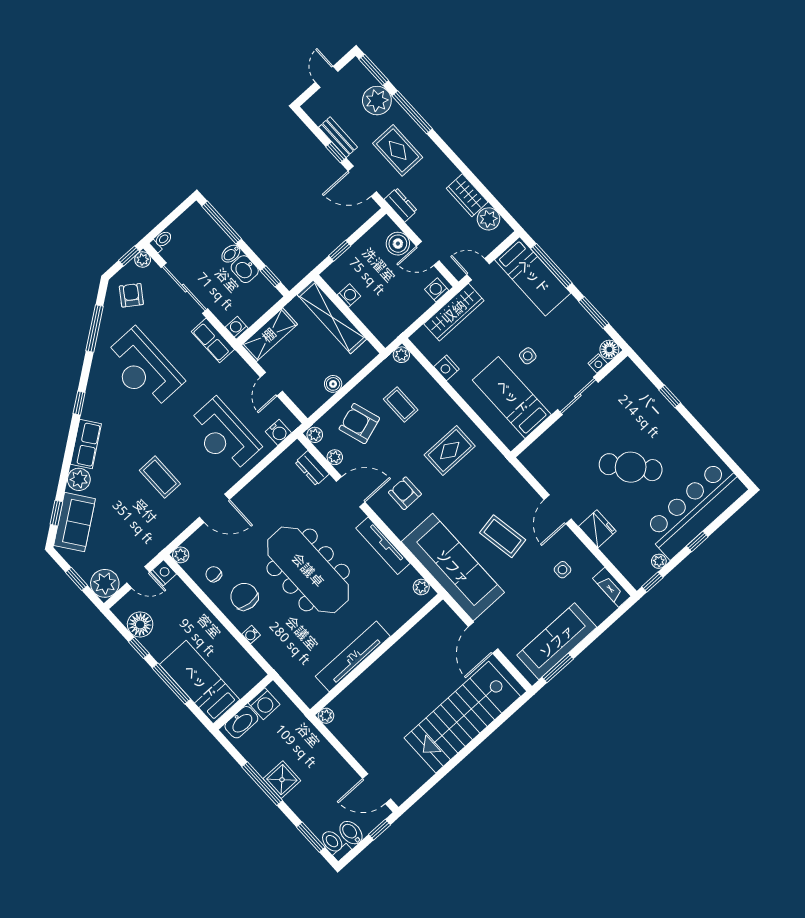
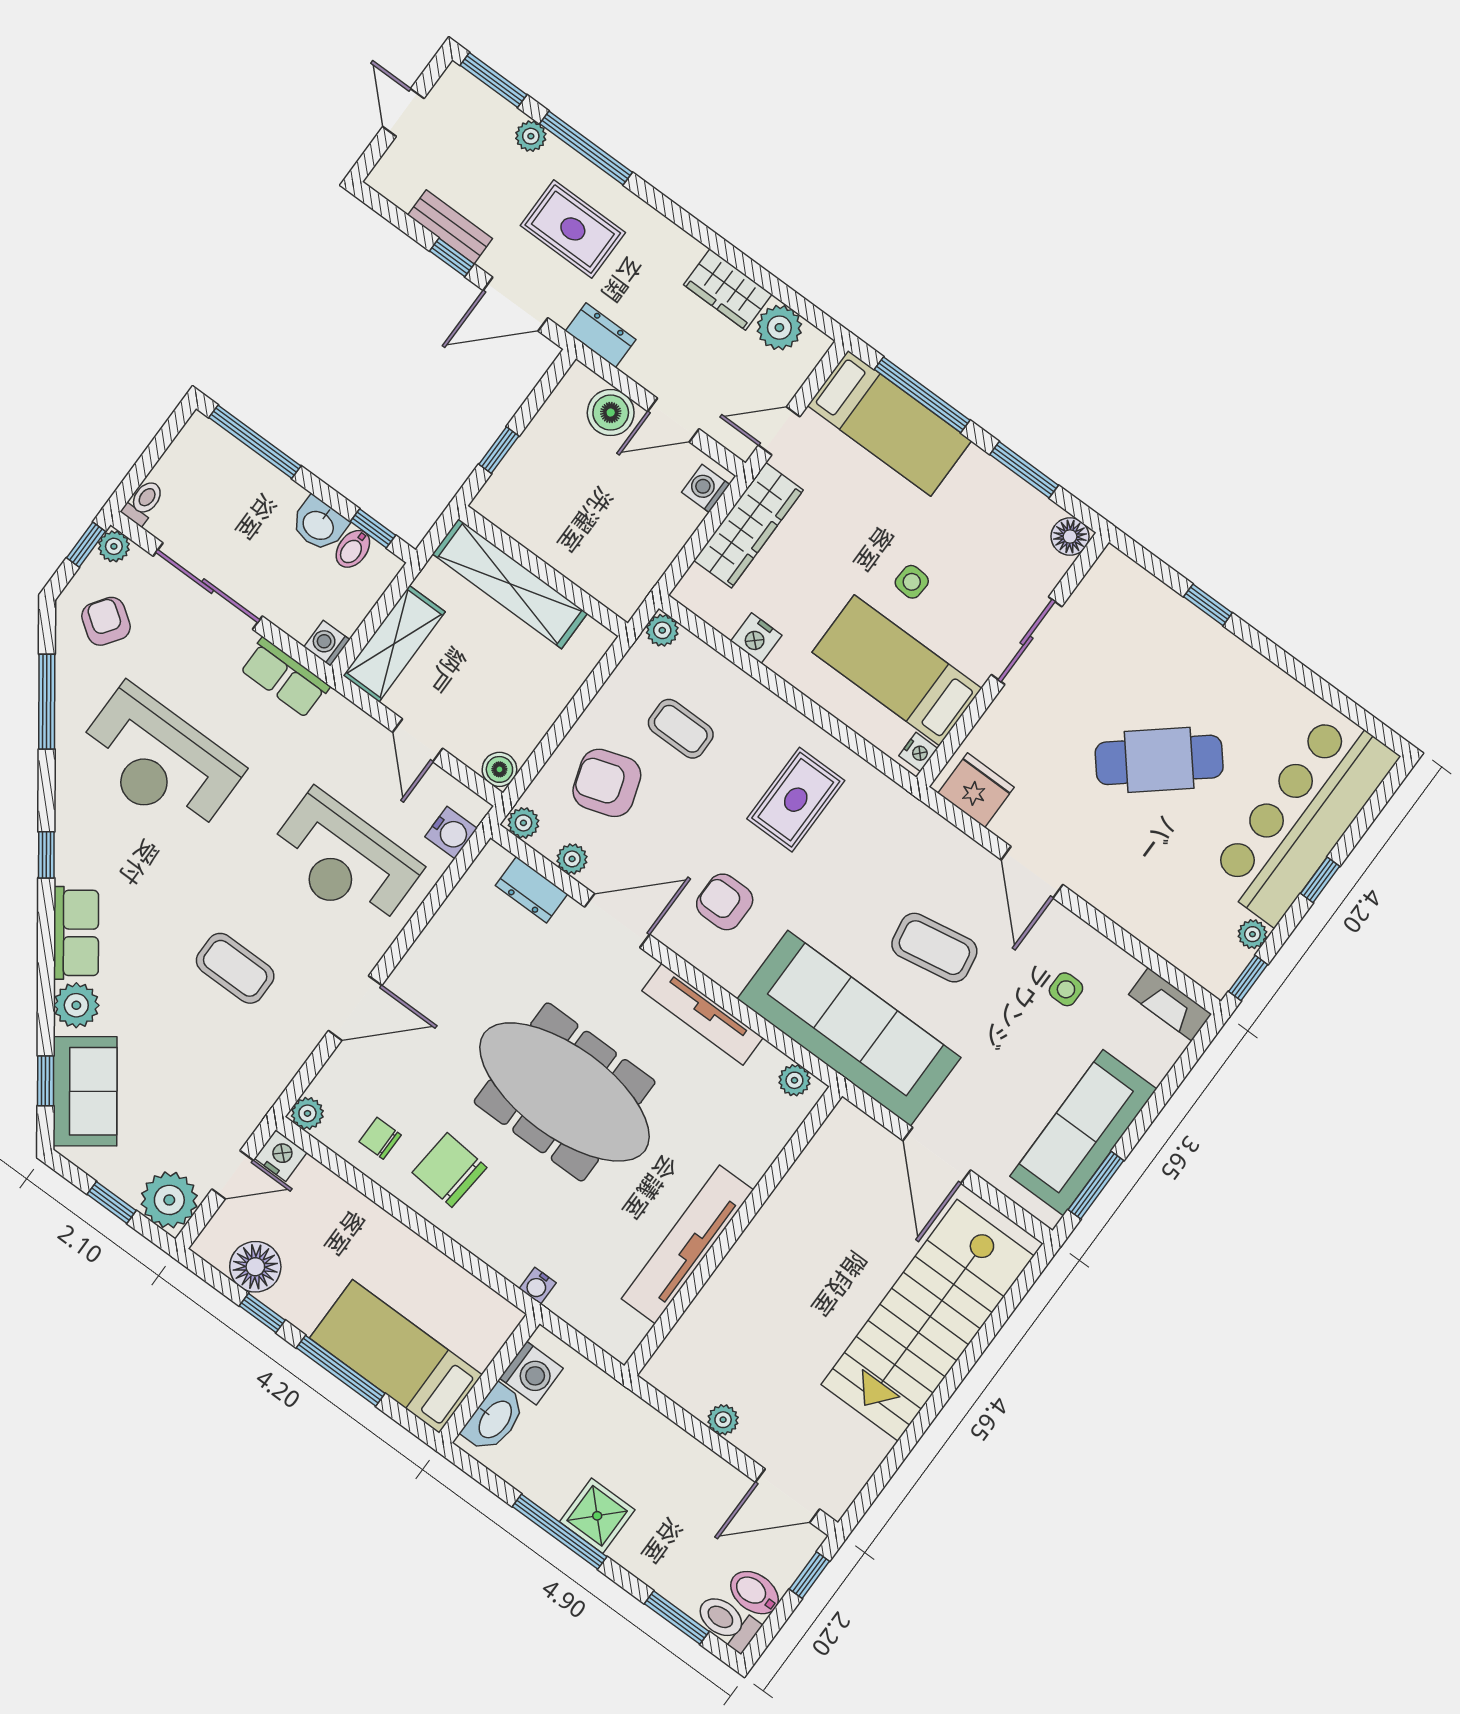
plant: (377, 101) -> (531, 136), width x0.53, depth x0.53
bidet: (231, 254) -> (353, 549), moved
washing machine: (349, 296) -> (535, 535), removed
nightstand: (598, 364) -> (918, 752), moved
boiler: (333, 384) -> (499, 769), moved
fridge: (597, 529) -> (976, 790), moved
water cooler: (251, 635) -> (538, 1286), moved
plant: (326, 716) -> (723, 1420), moved

